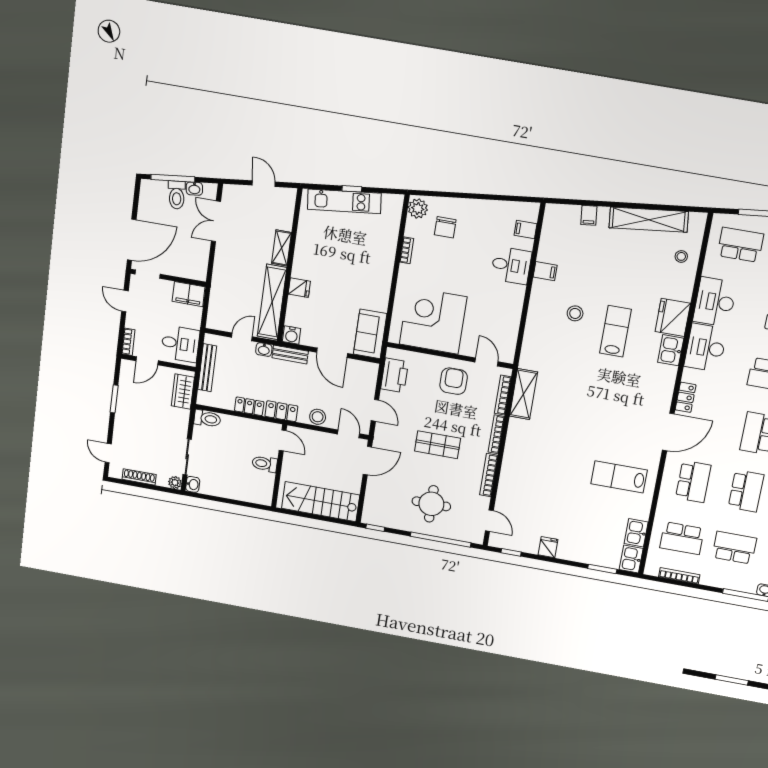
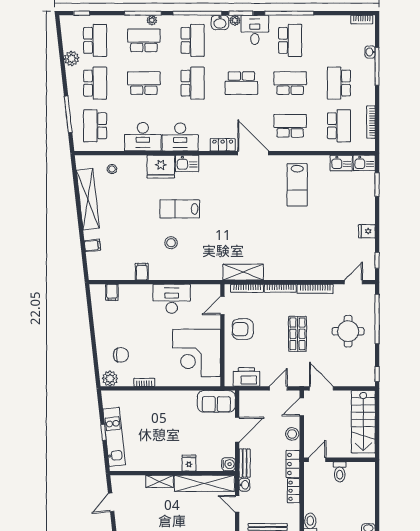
desk: (511, 265) -> (172, 299), moved, width x1.37

